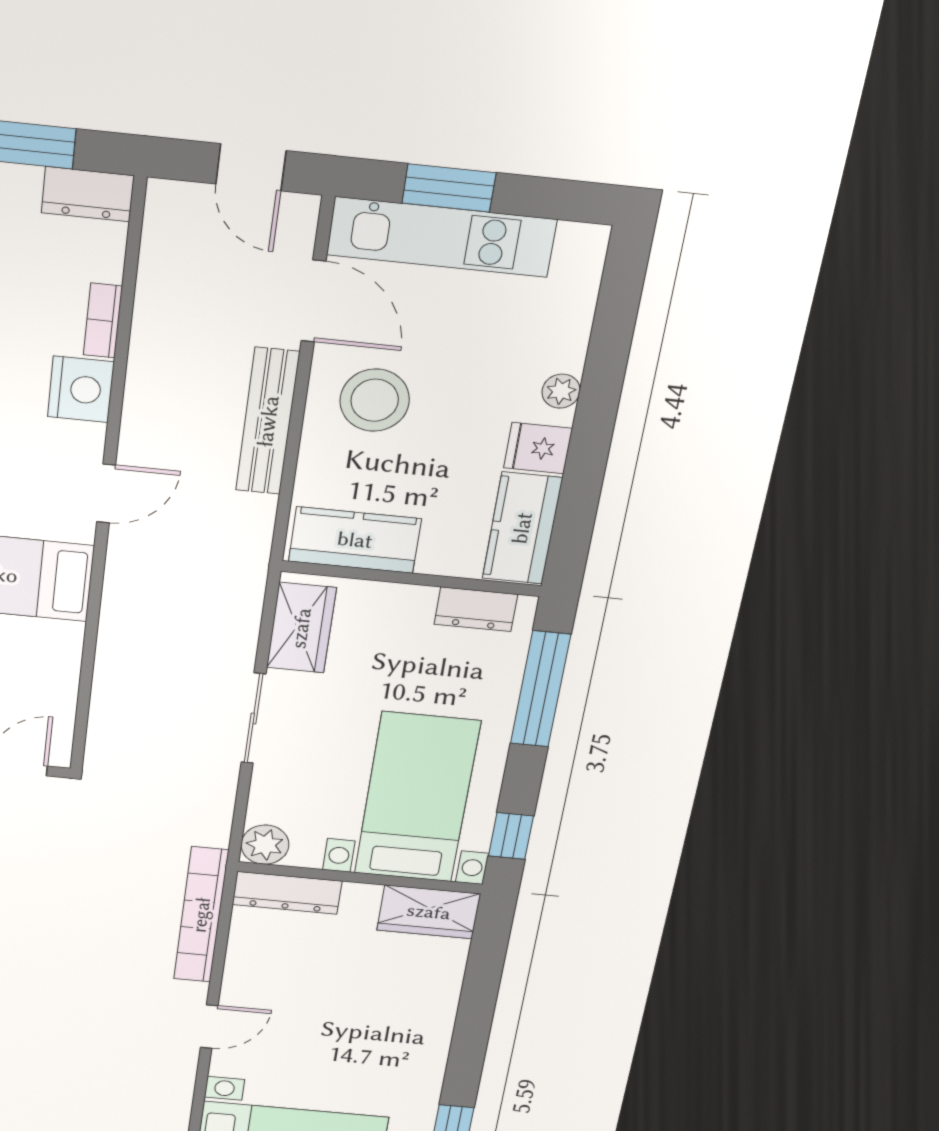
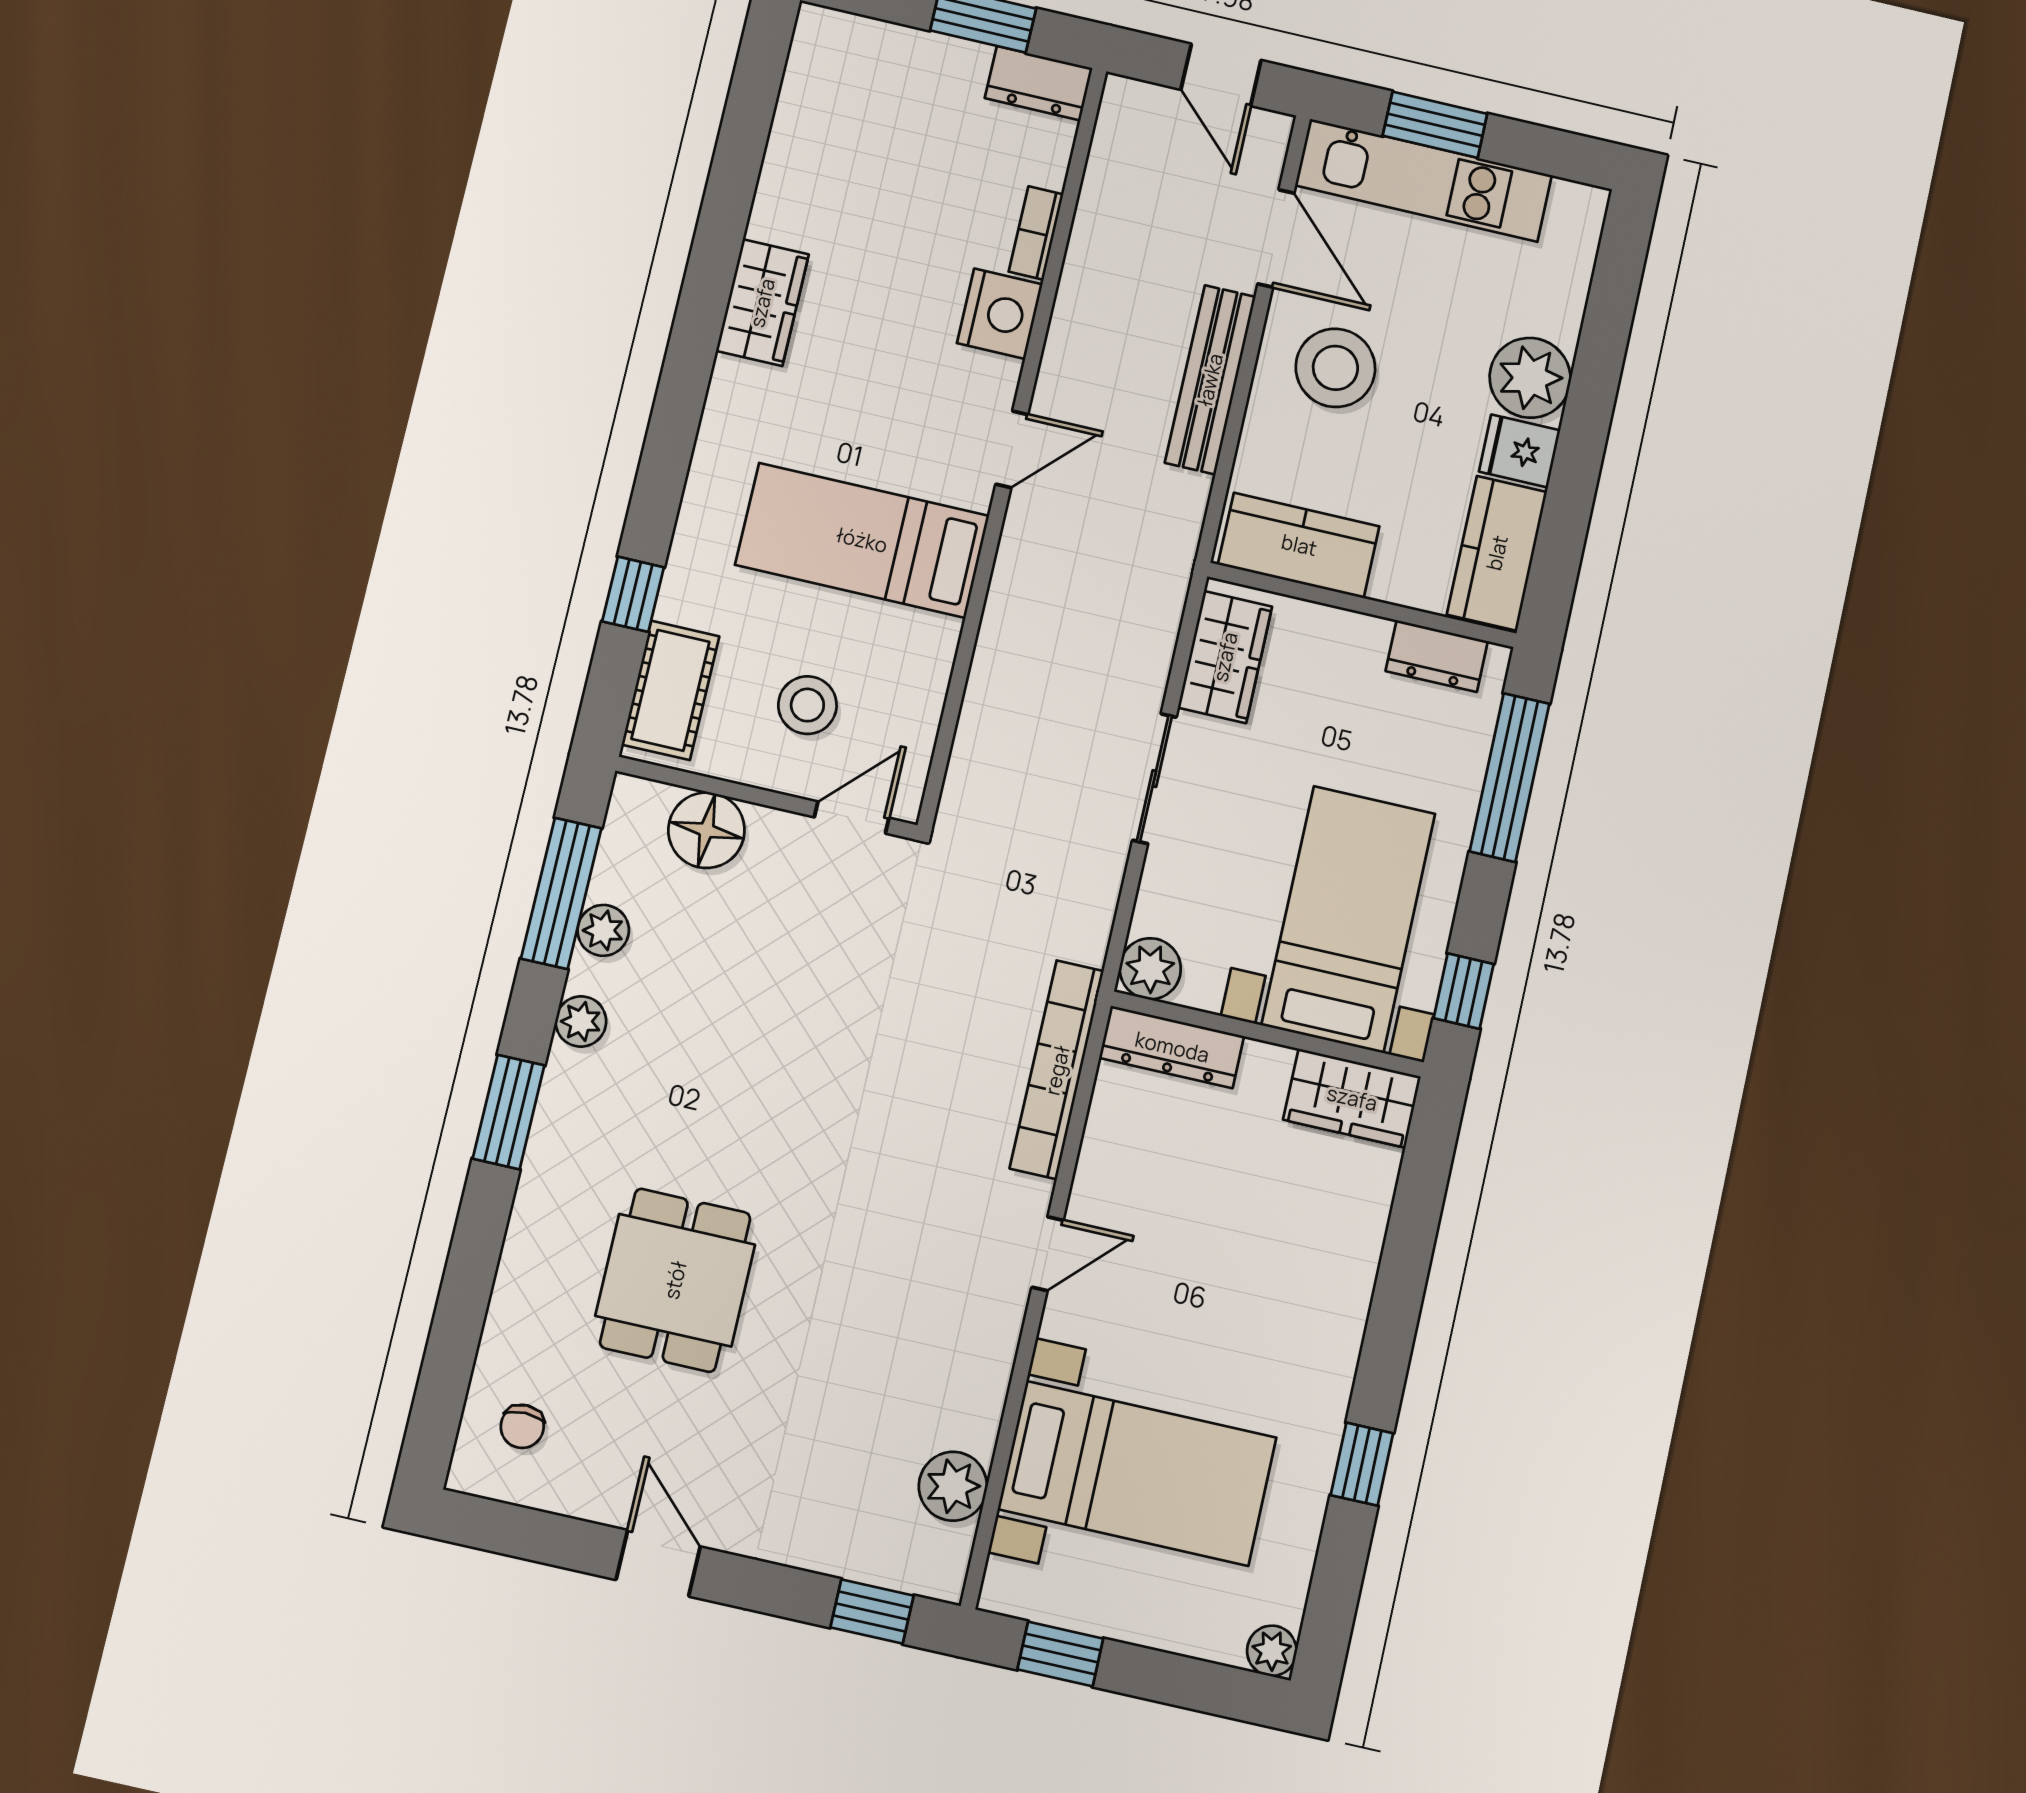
plant: (561, 391) -> (1530, 378), width x1.87, depth x1.87

